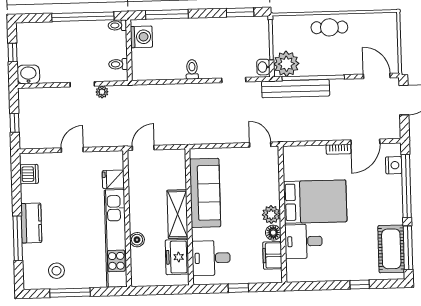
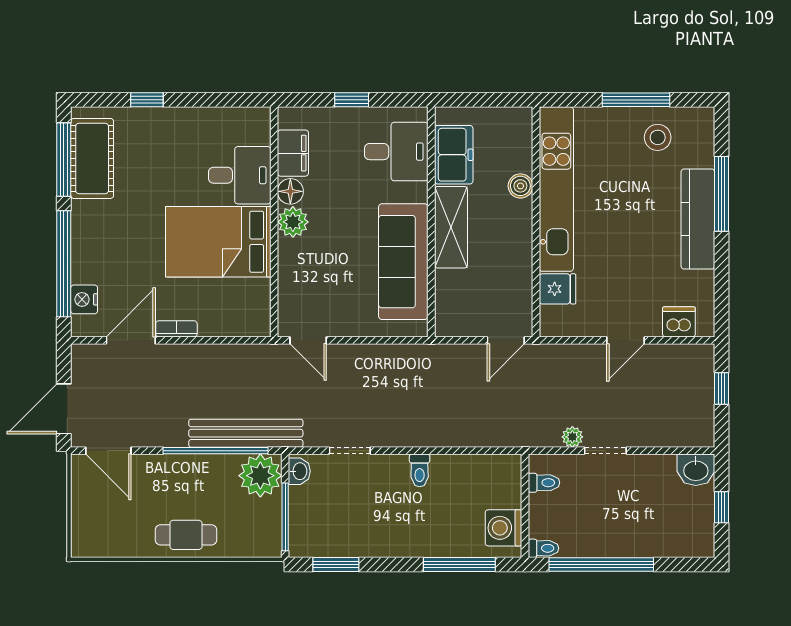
dishwasher: (29, 174) -> (679, 322), moved, turned 90
kitchen counter: (31, 223) -> (698, 219), width x1.50

